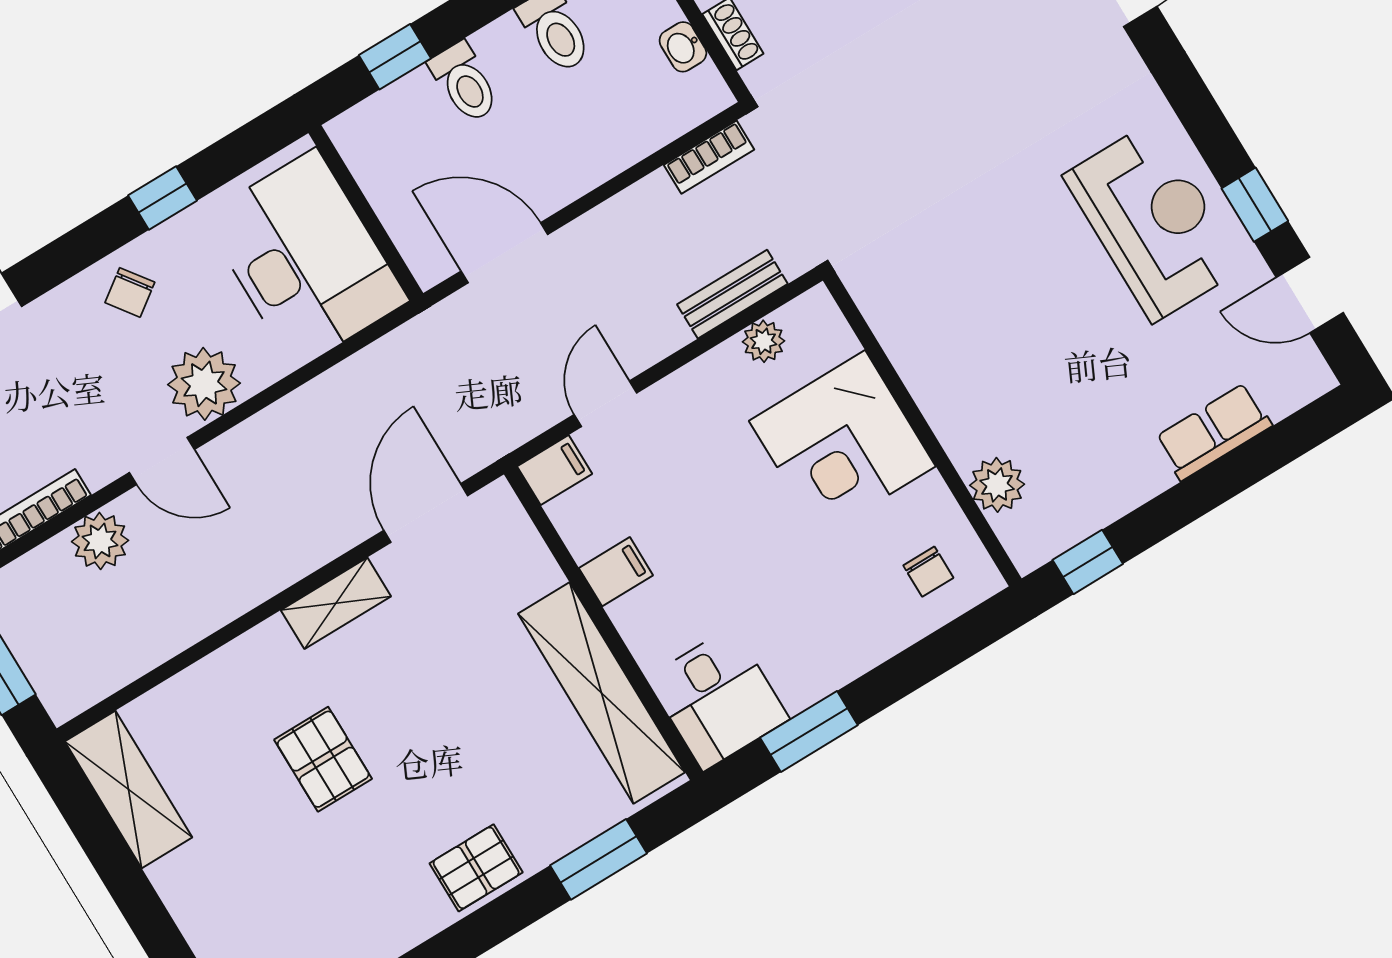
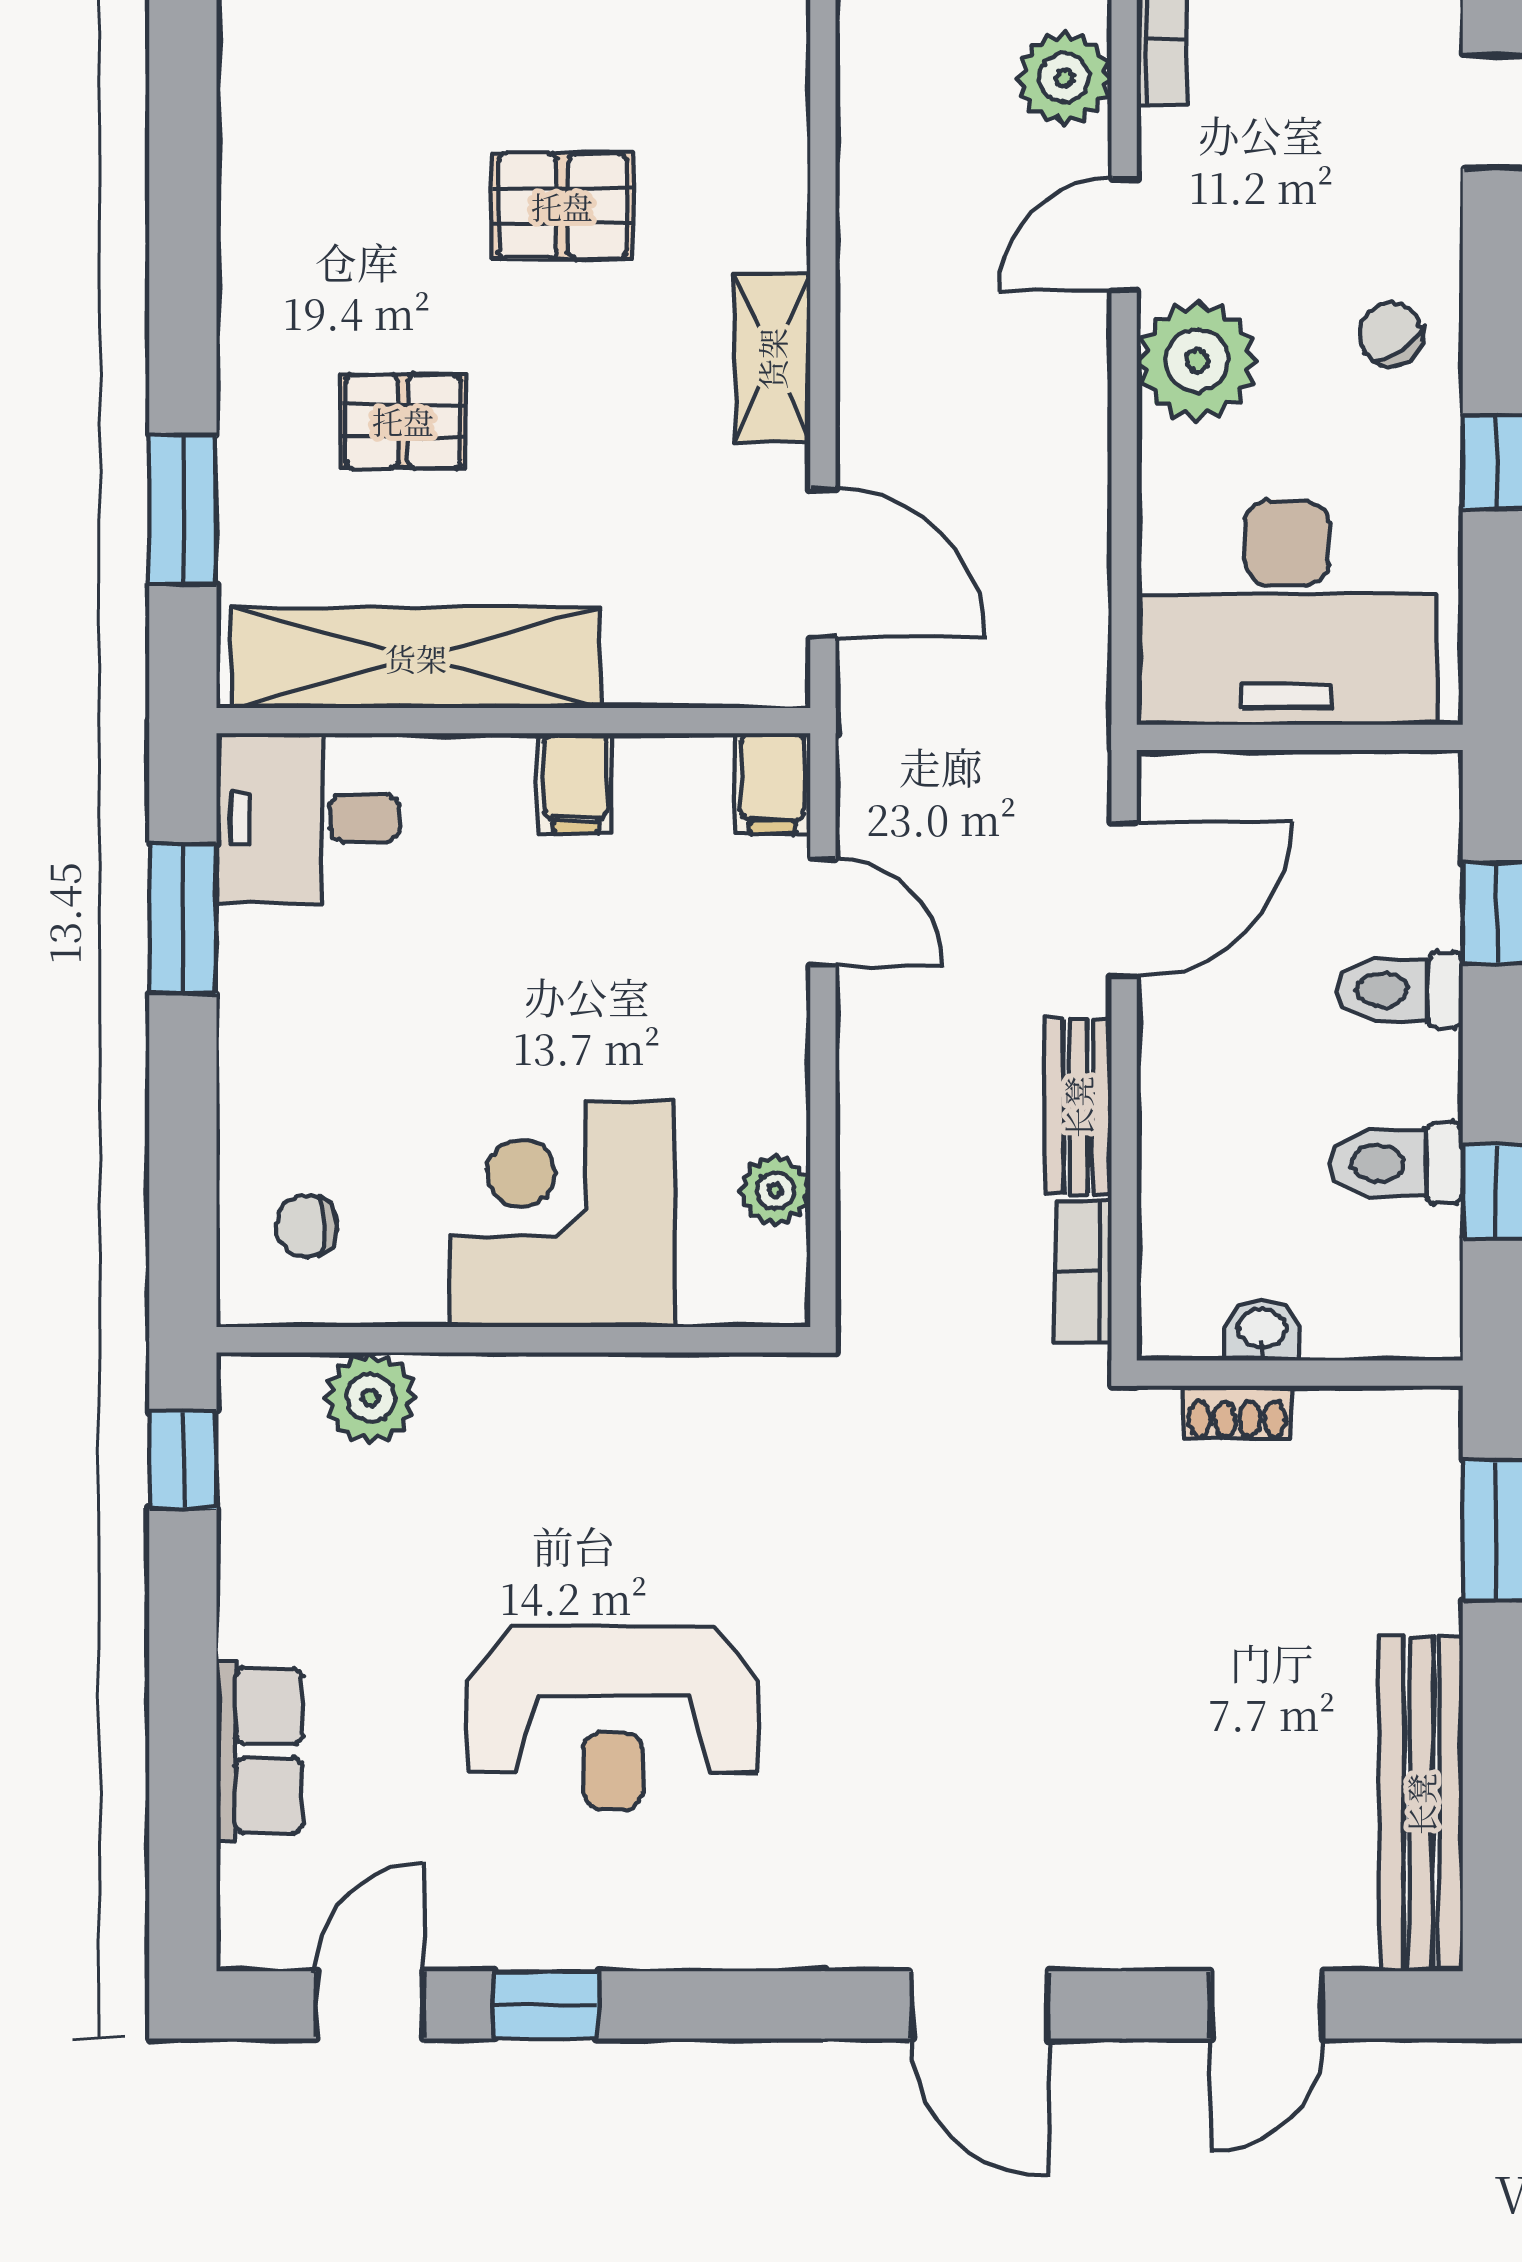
reception desk: (1154, 222) -> (613, 1718), moved
bench: (732, 294) -> (1078, 1107), moved
pallet: (476, 868) -> (403, 421), moved, turned 90

